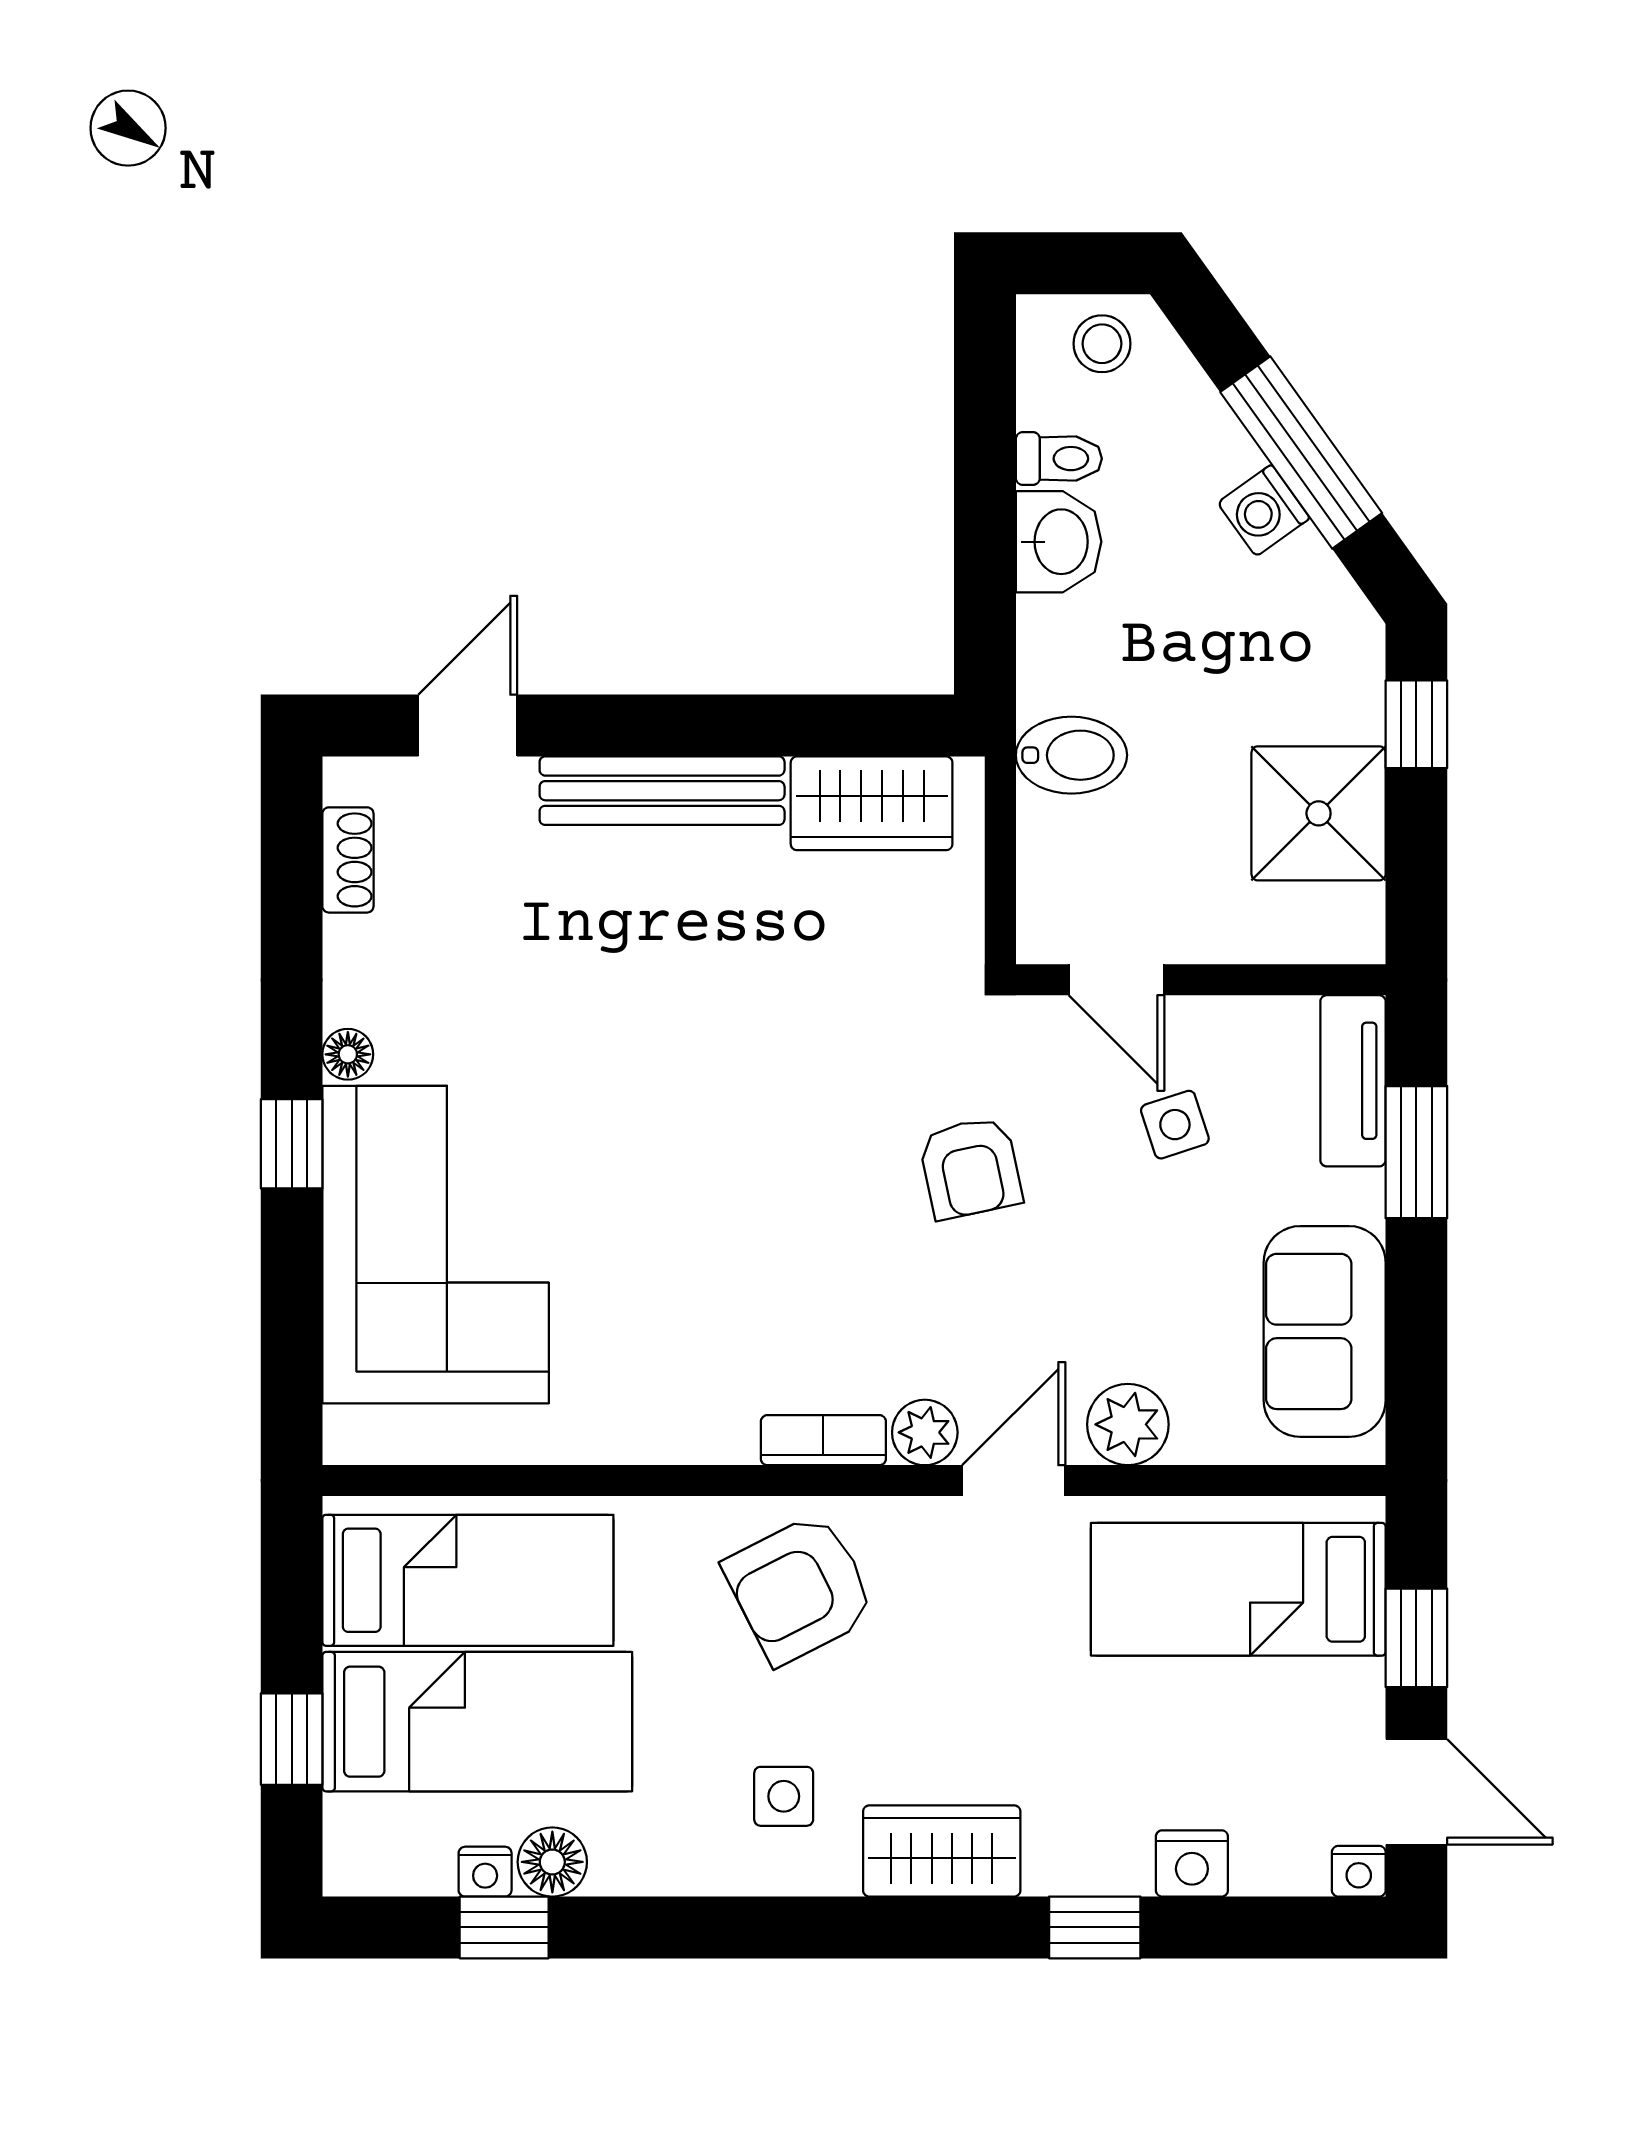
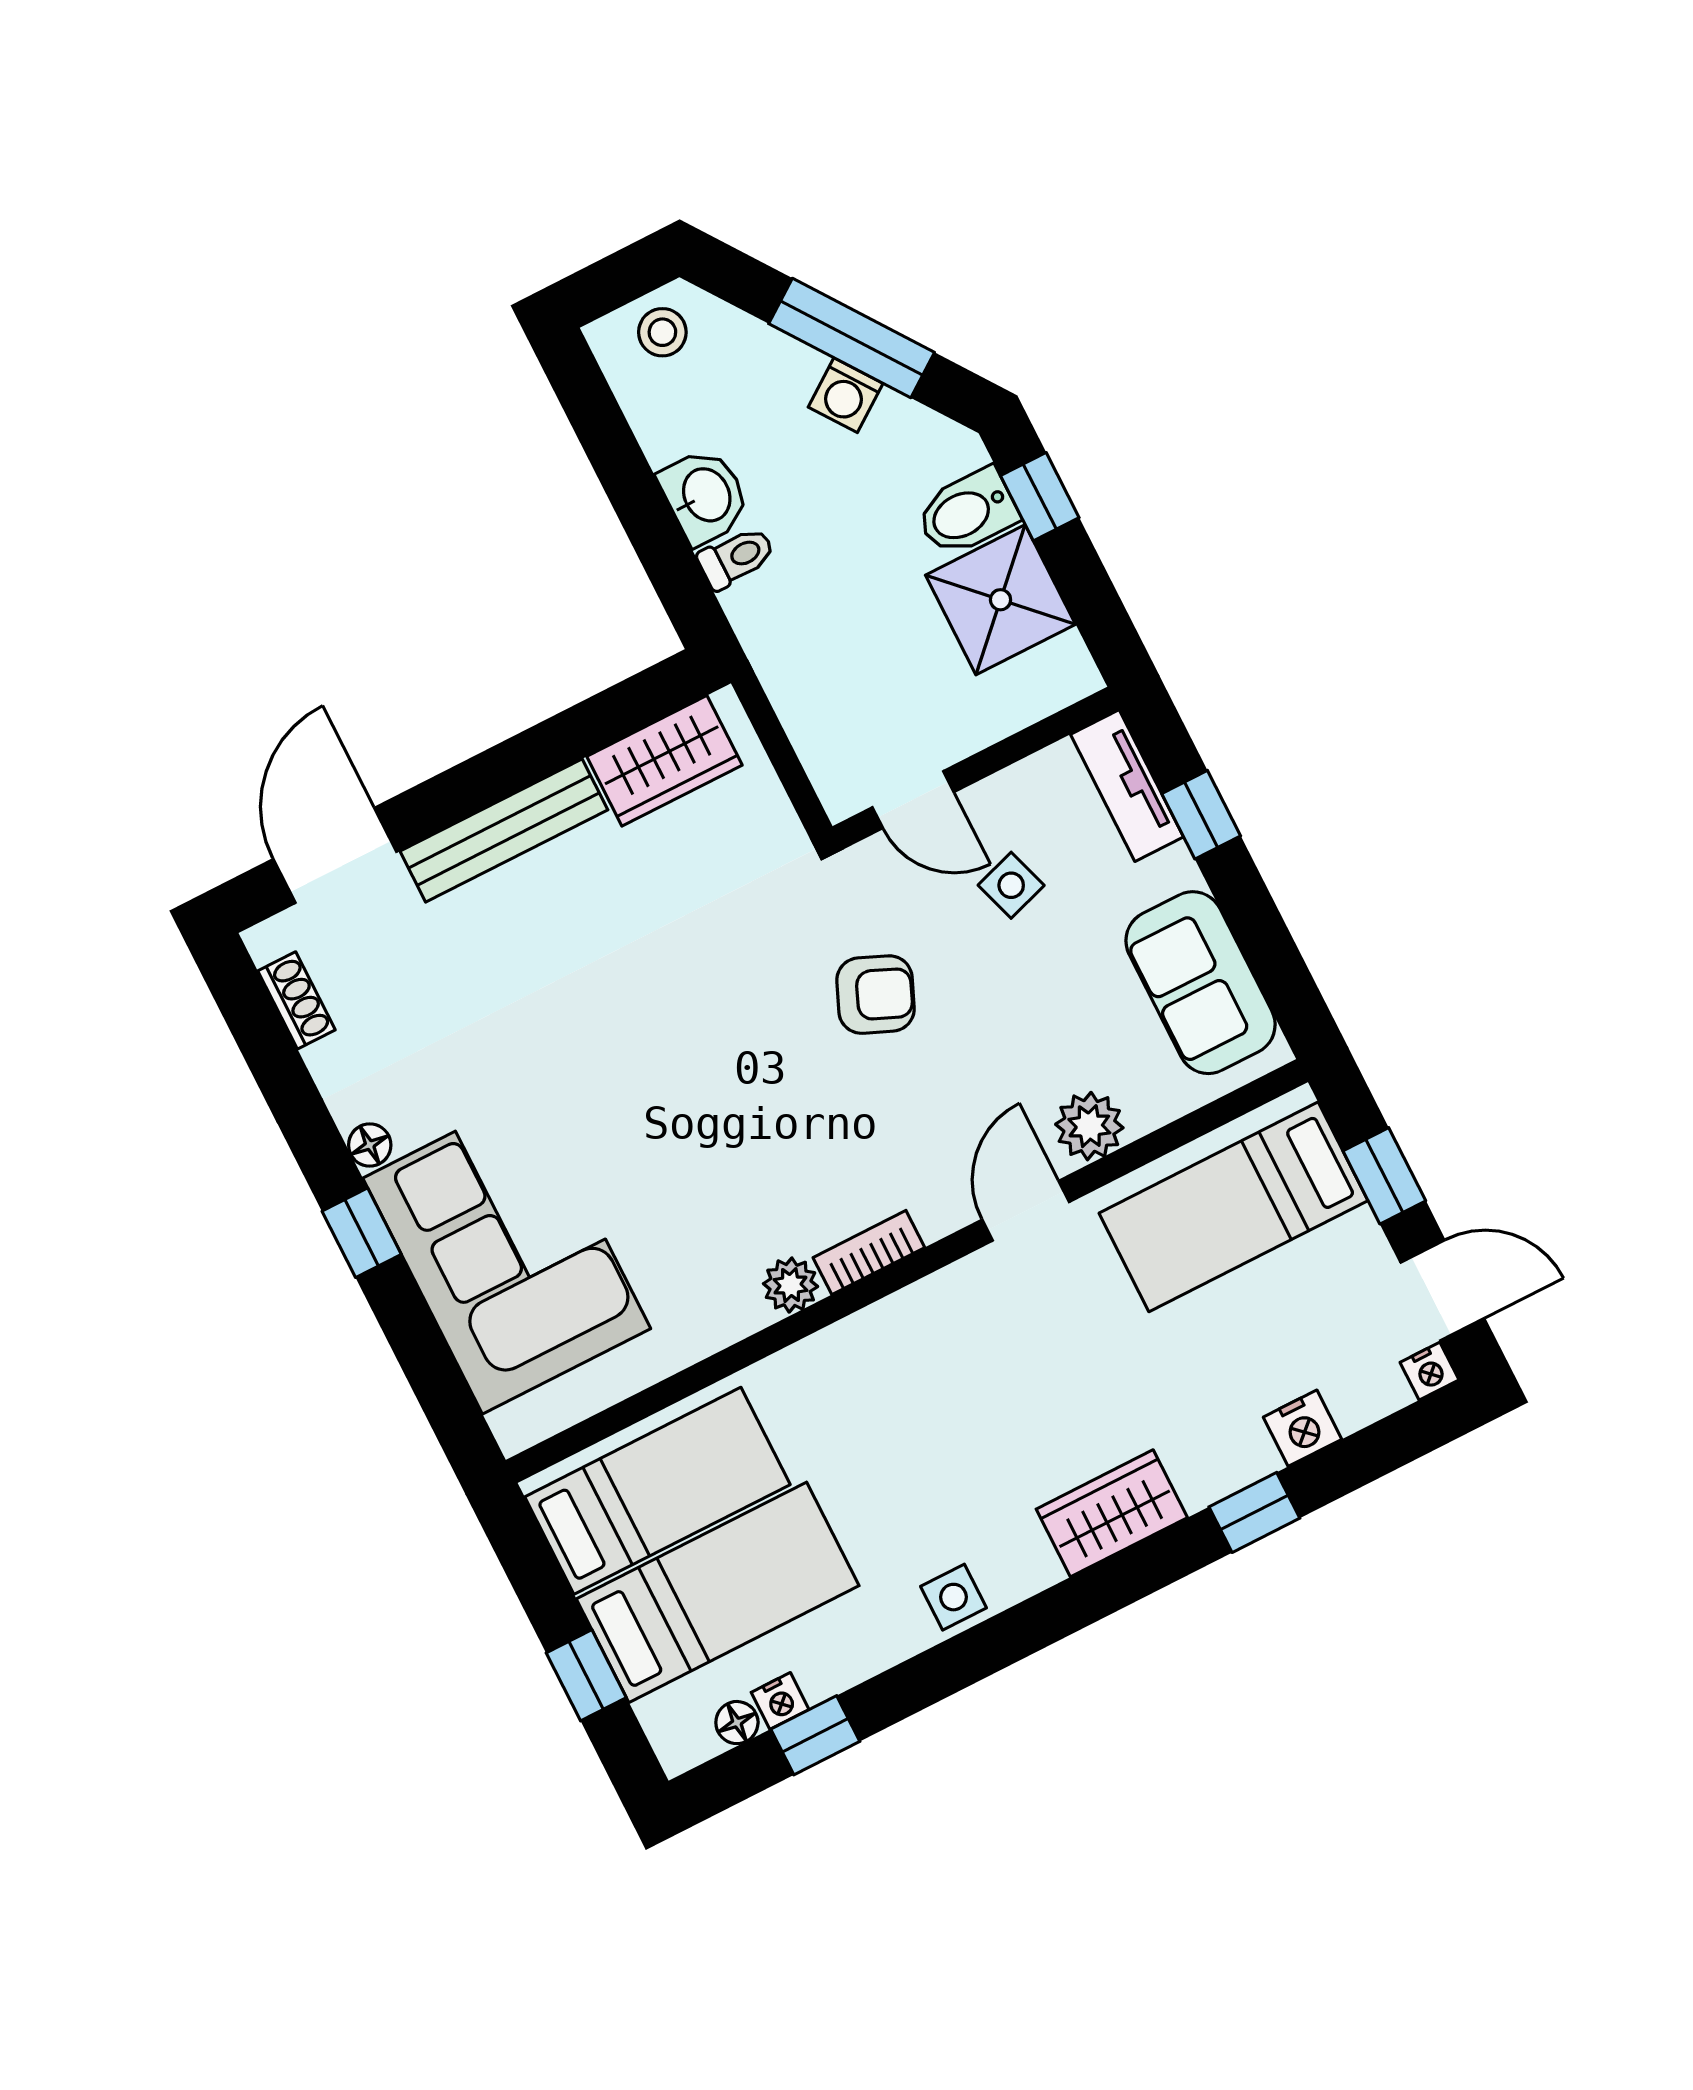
toilet: (1059, 459) -> (736, 558), moved
door: (468, 726) -> (335, 855), width x1.38
bidet: (1071, 755) -> (967, 512), moved, turned 180
window: (1416, 1152) -> (1201, 815), width x0.67
armchair: (970, 1168) -> (875, 995), turned -55
plant: (925, 1432) -> (791, 1285), moved
armchair: (800, 1589) -> (907, 1372), removed
side table: (784, 1796) -> (953, 1597), moved
floor lamp: (552, 1862) -> (737, 1723), moved, width x0.73, depth x0.73

